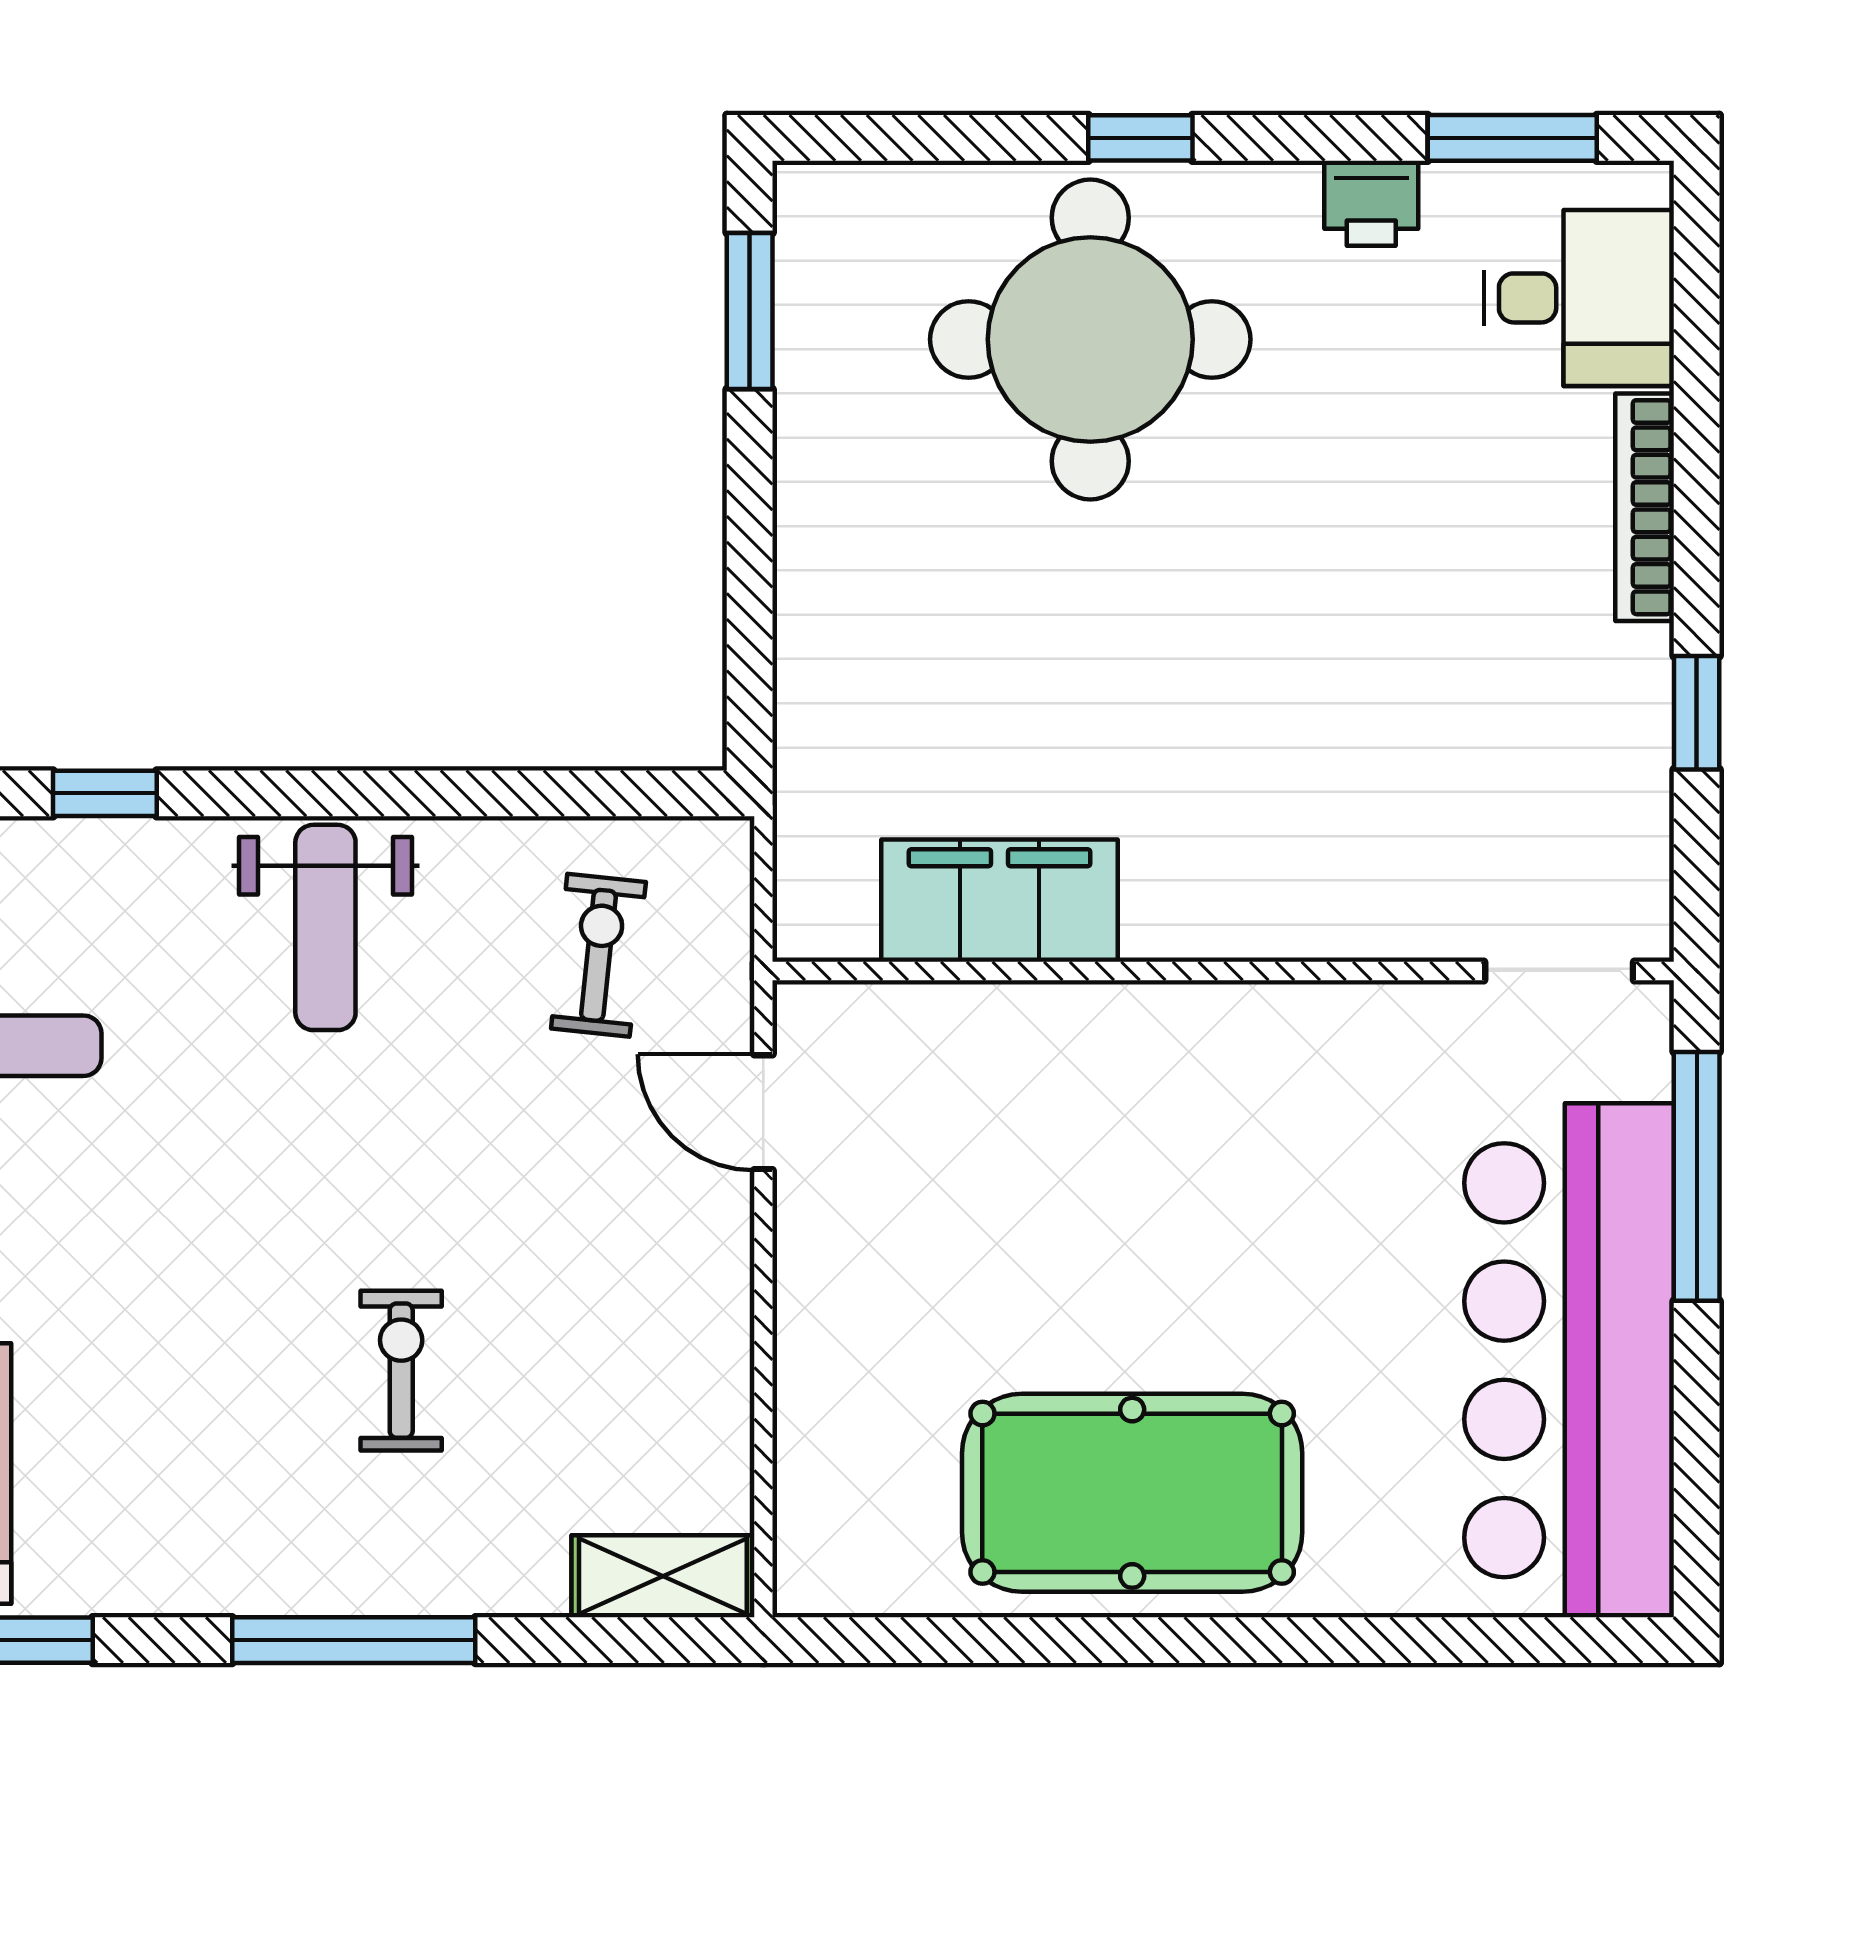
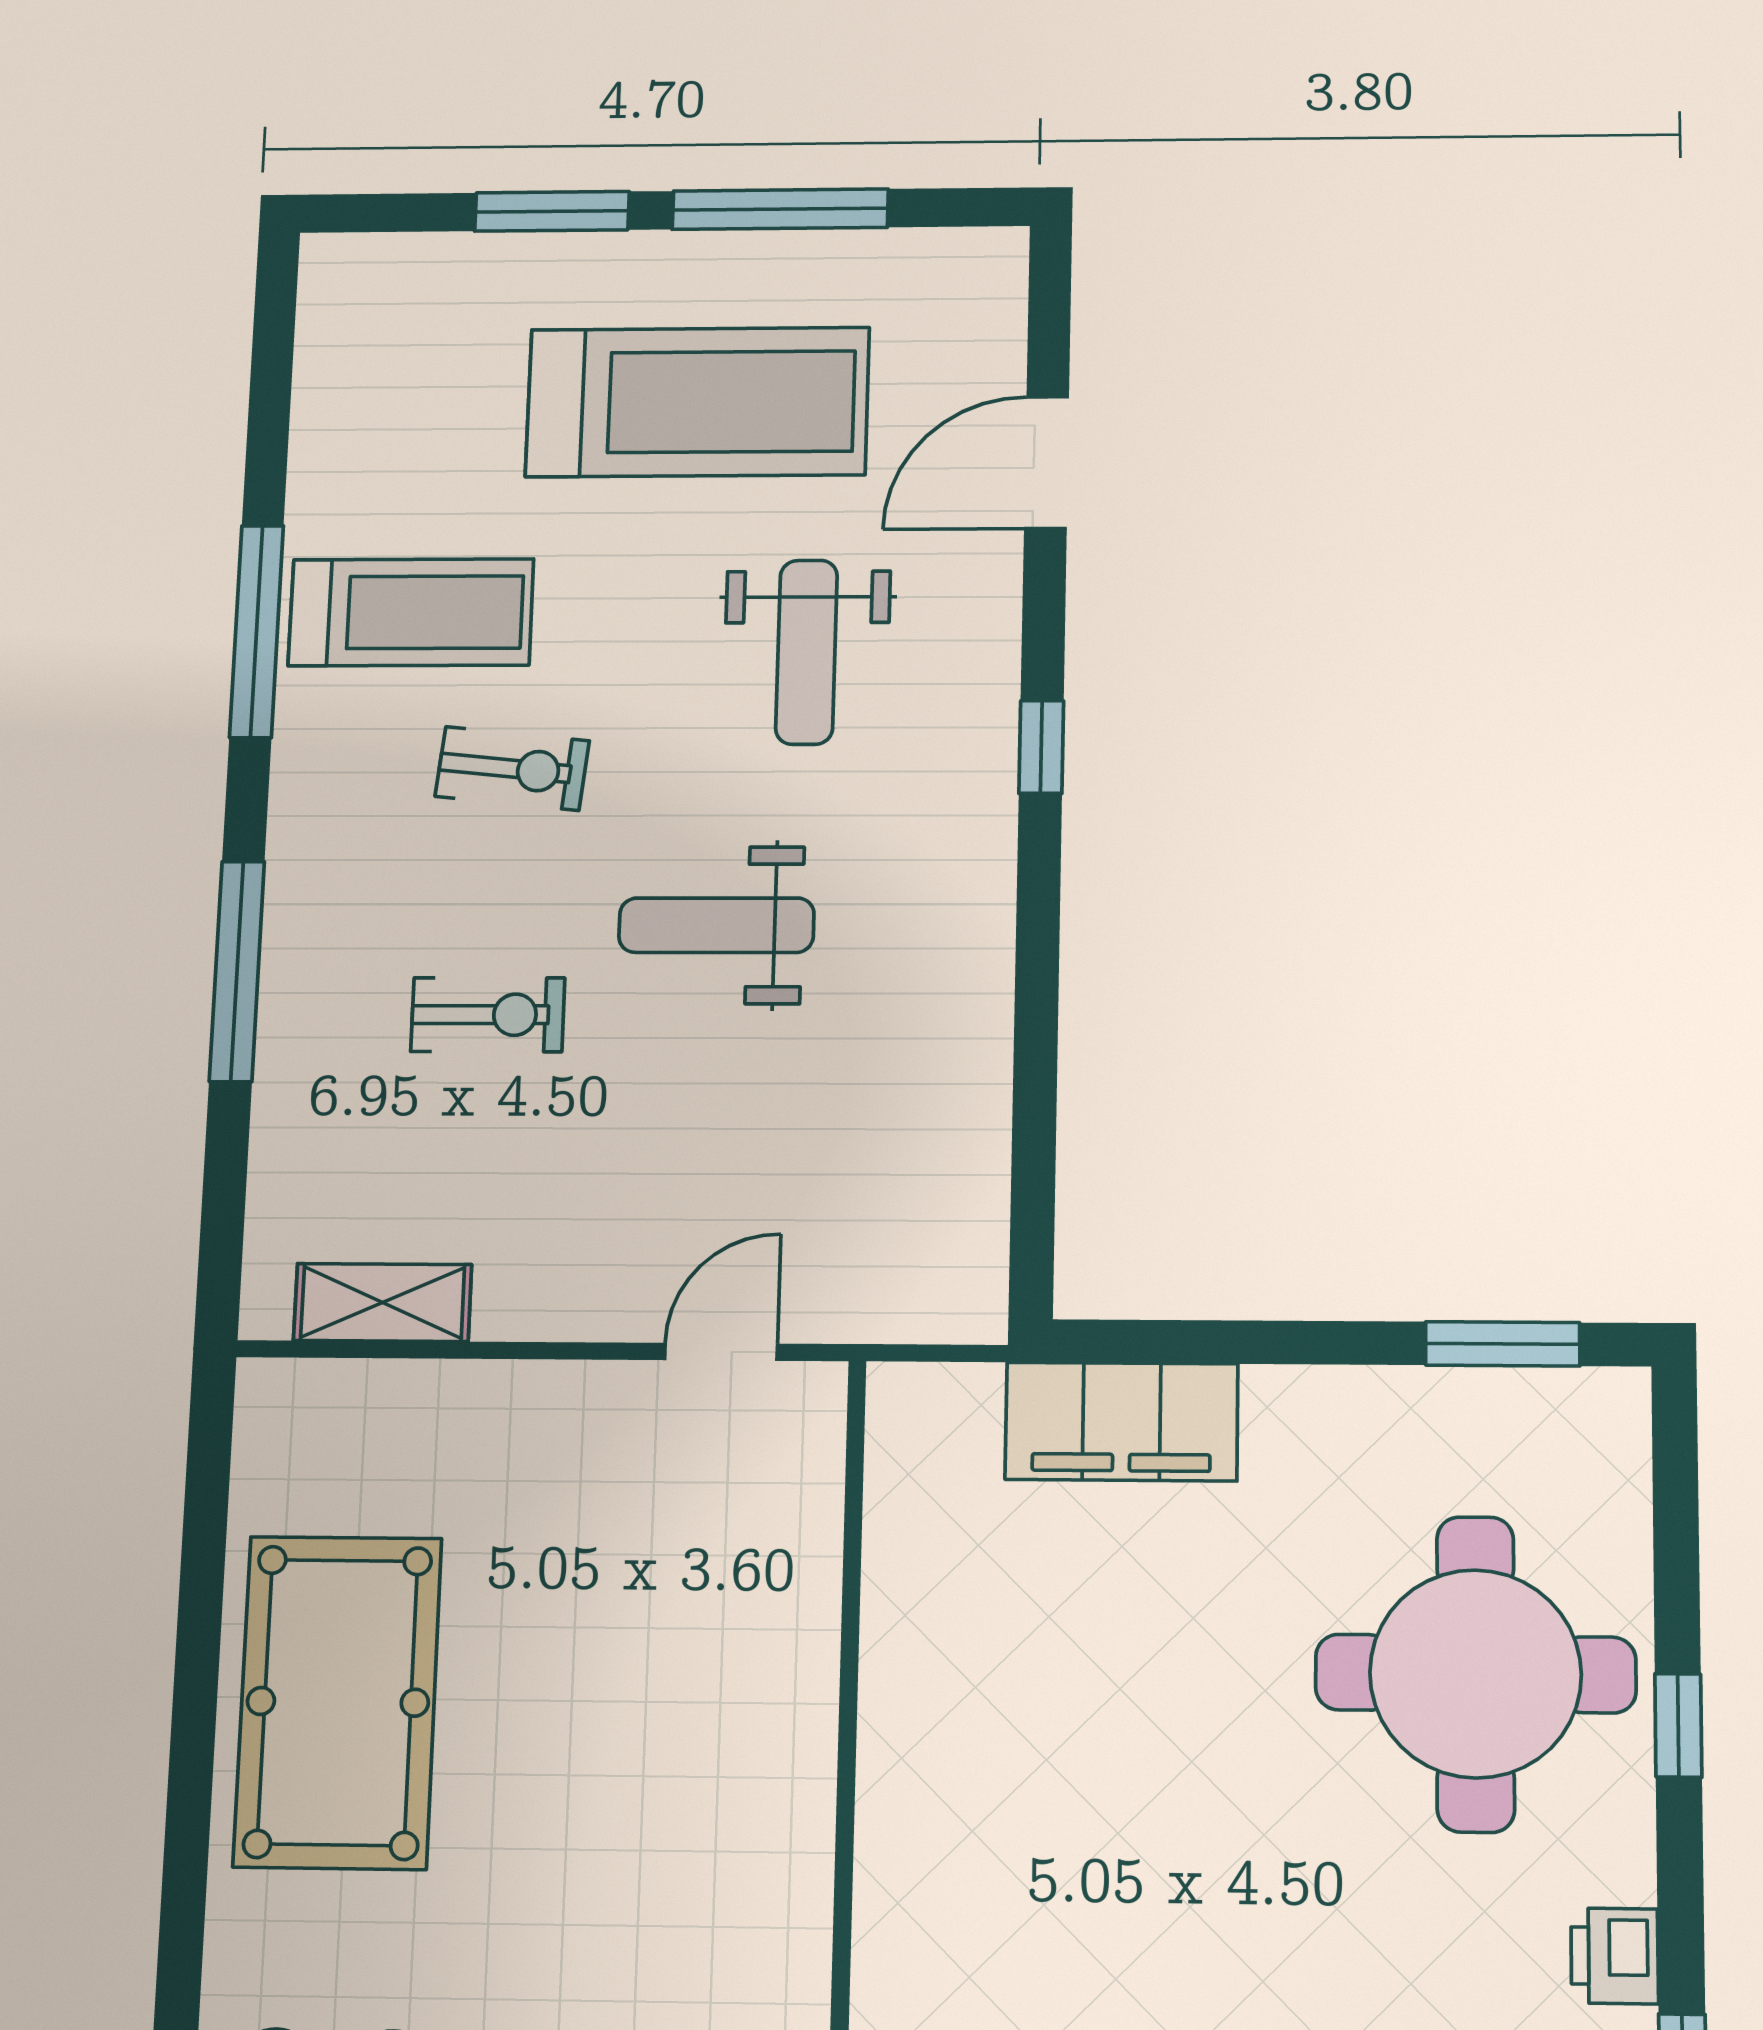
filing cabinet: (999, 901) -> (1122, 1421), moved, turned 90
weight bench: (325, 927) -> (716, 925), moved
exercise bike: (598, 955) -> (512, 769), moved
shelving: (663, 1576) -> (383, 1302), moved, turned 90

